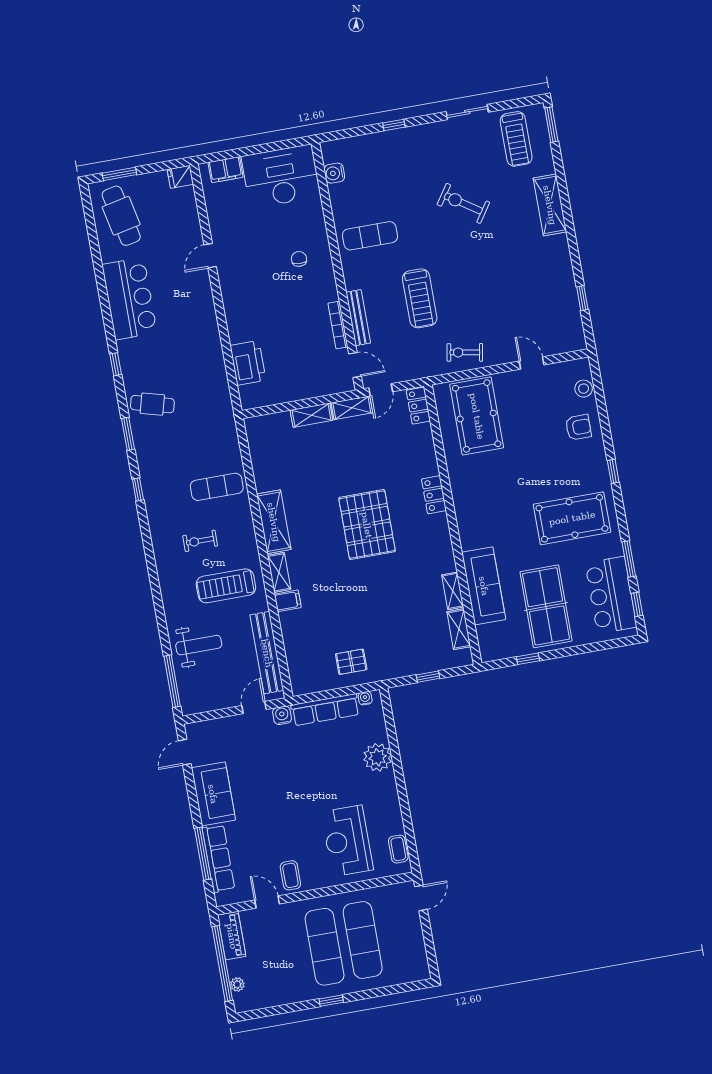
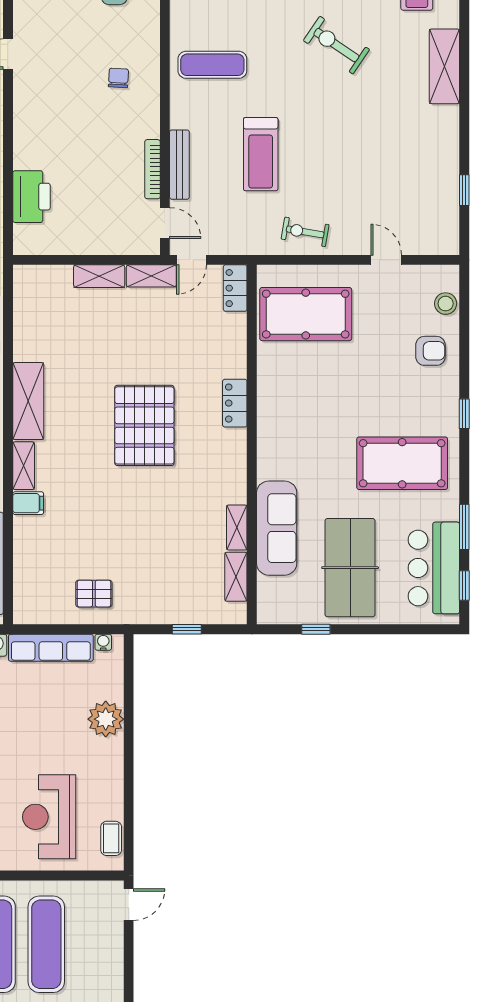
pool table: (477, 416) -> (306, 314), turned 90

